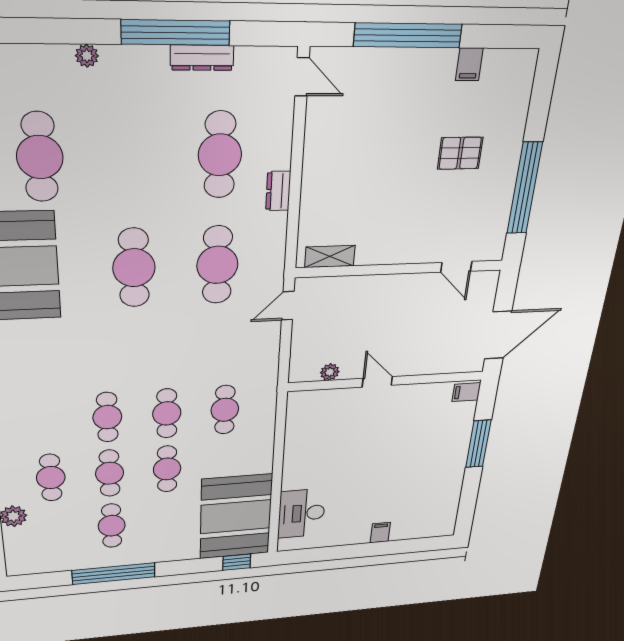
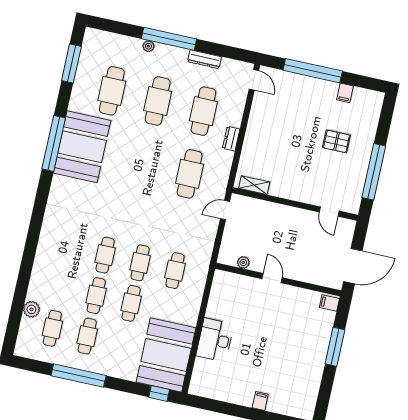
window: (176, 33) -> (169, 39), moved
cafe table: (134, 268) -> (158, 101), moved
cafe table: (51, 478) -> (52, 328), moved
desk: (302, 513) -> (215, 340), moved

